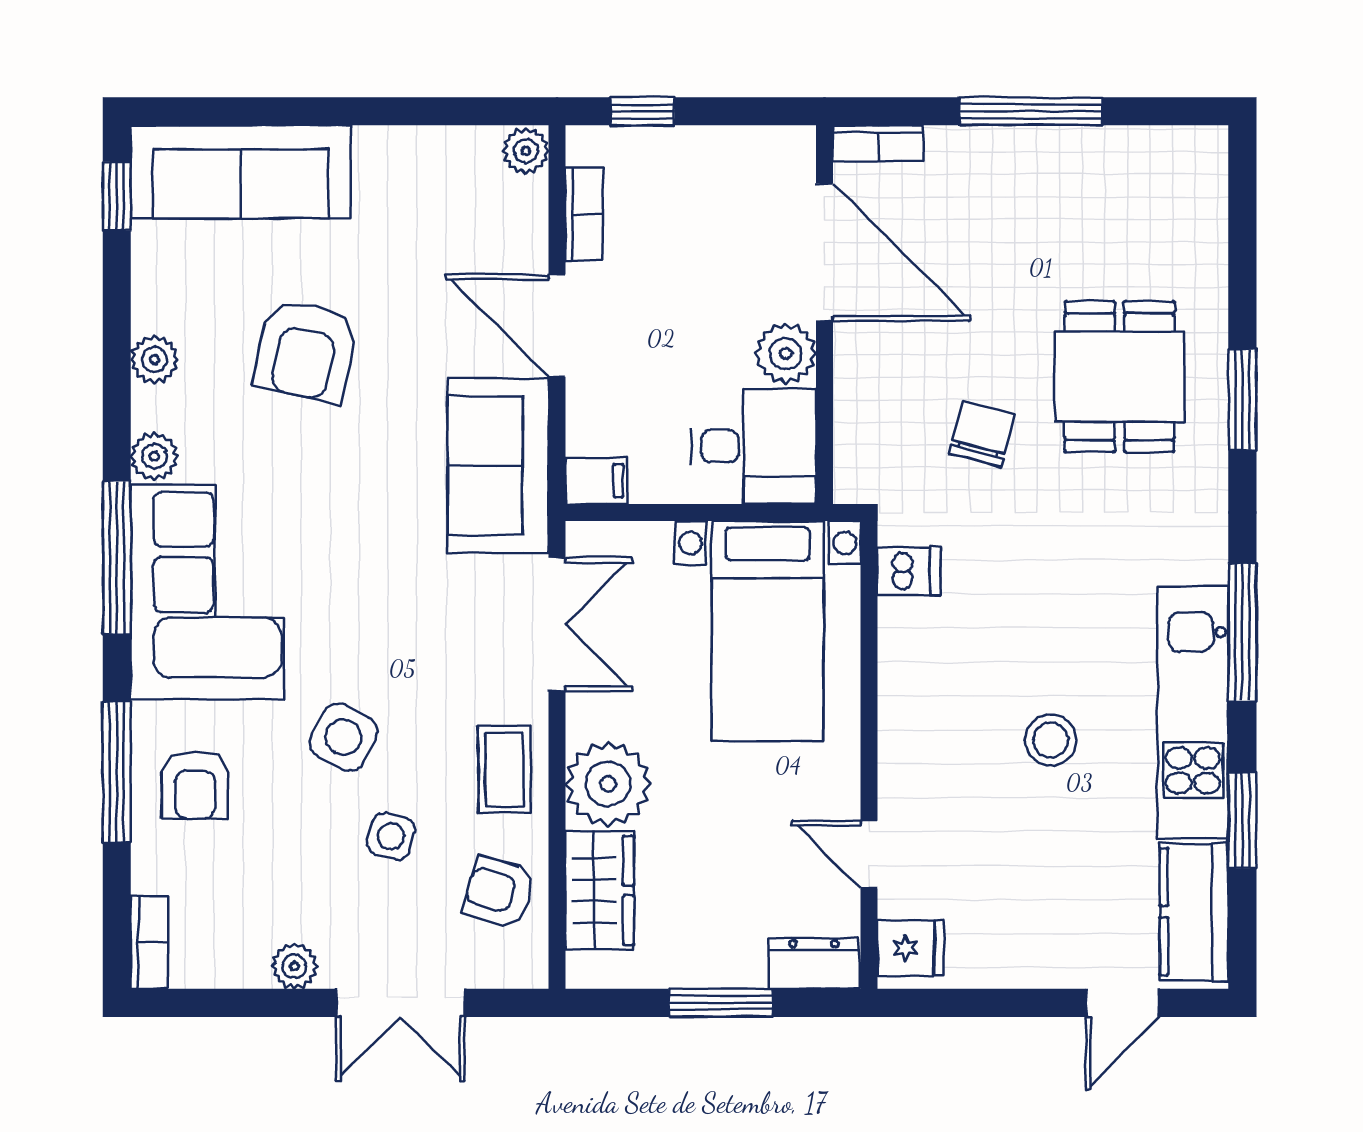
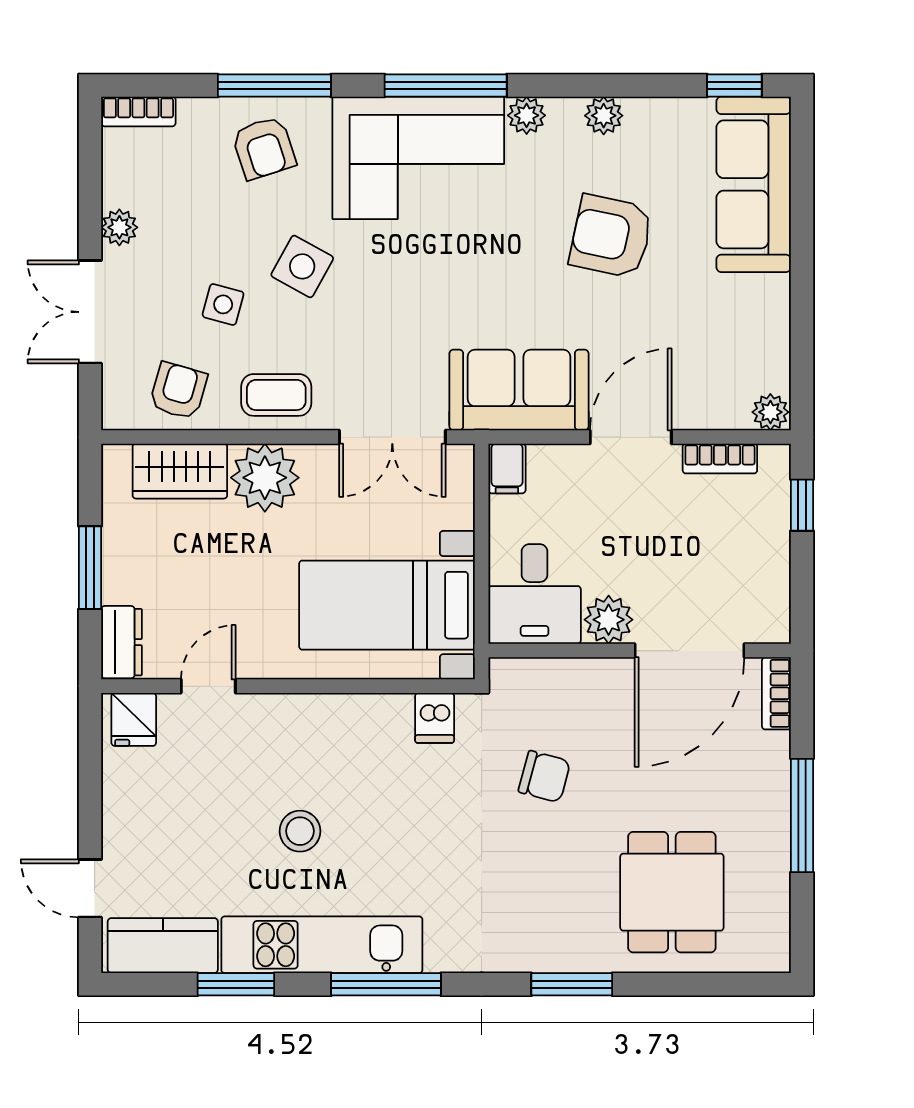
dining table: (1119, 377) -> (672, 892), moved, turned 90
armchair: (195, 785) -> (264, 148), turned -108

